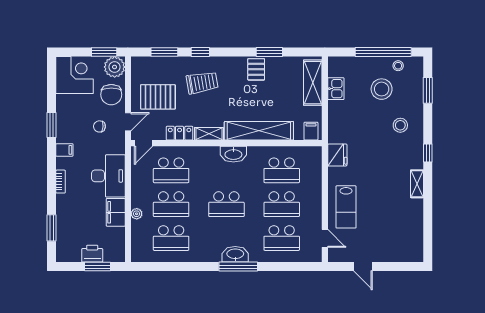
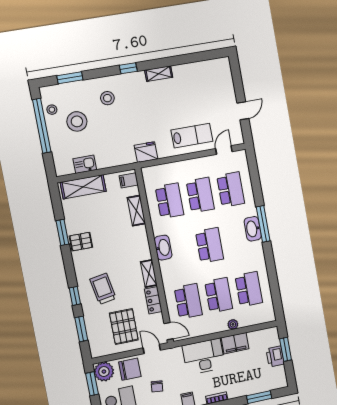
chair: (99, 126) -> (157, 386), moved
shelving: (259, 131) -> (136, 211), width x0.45, depth x0.75

